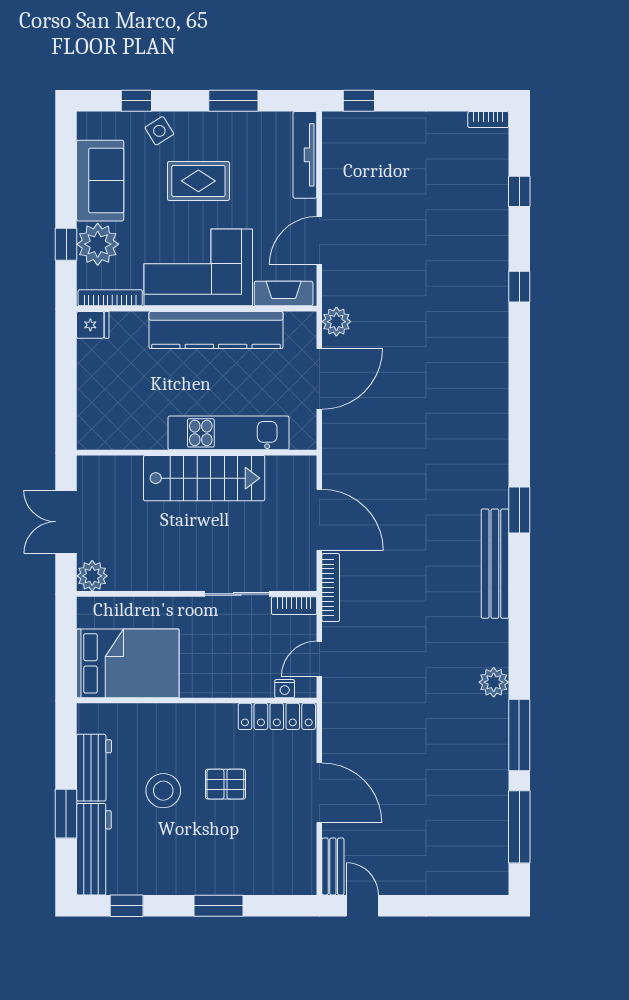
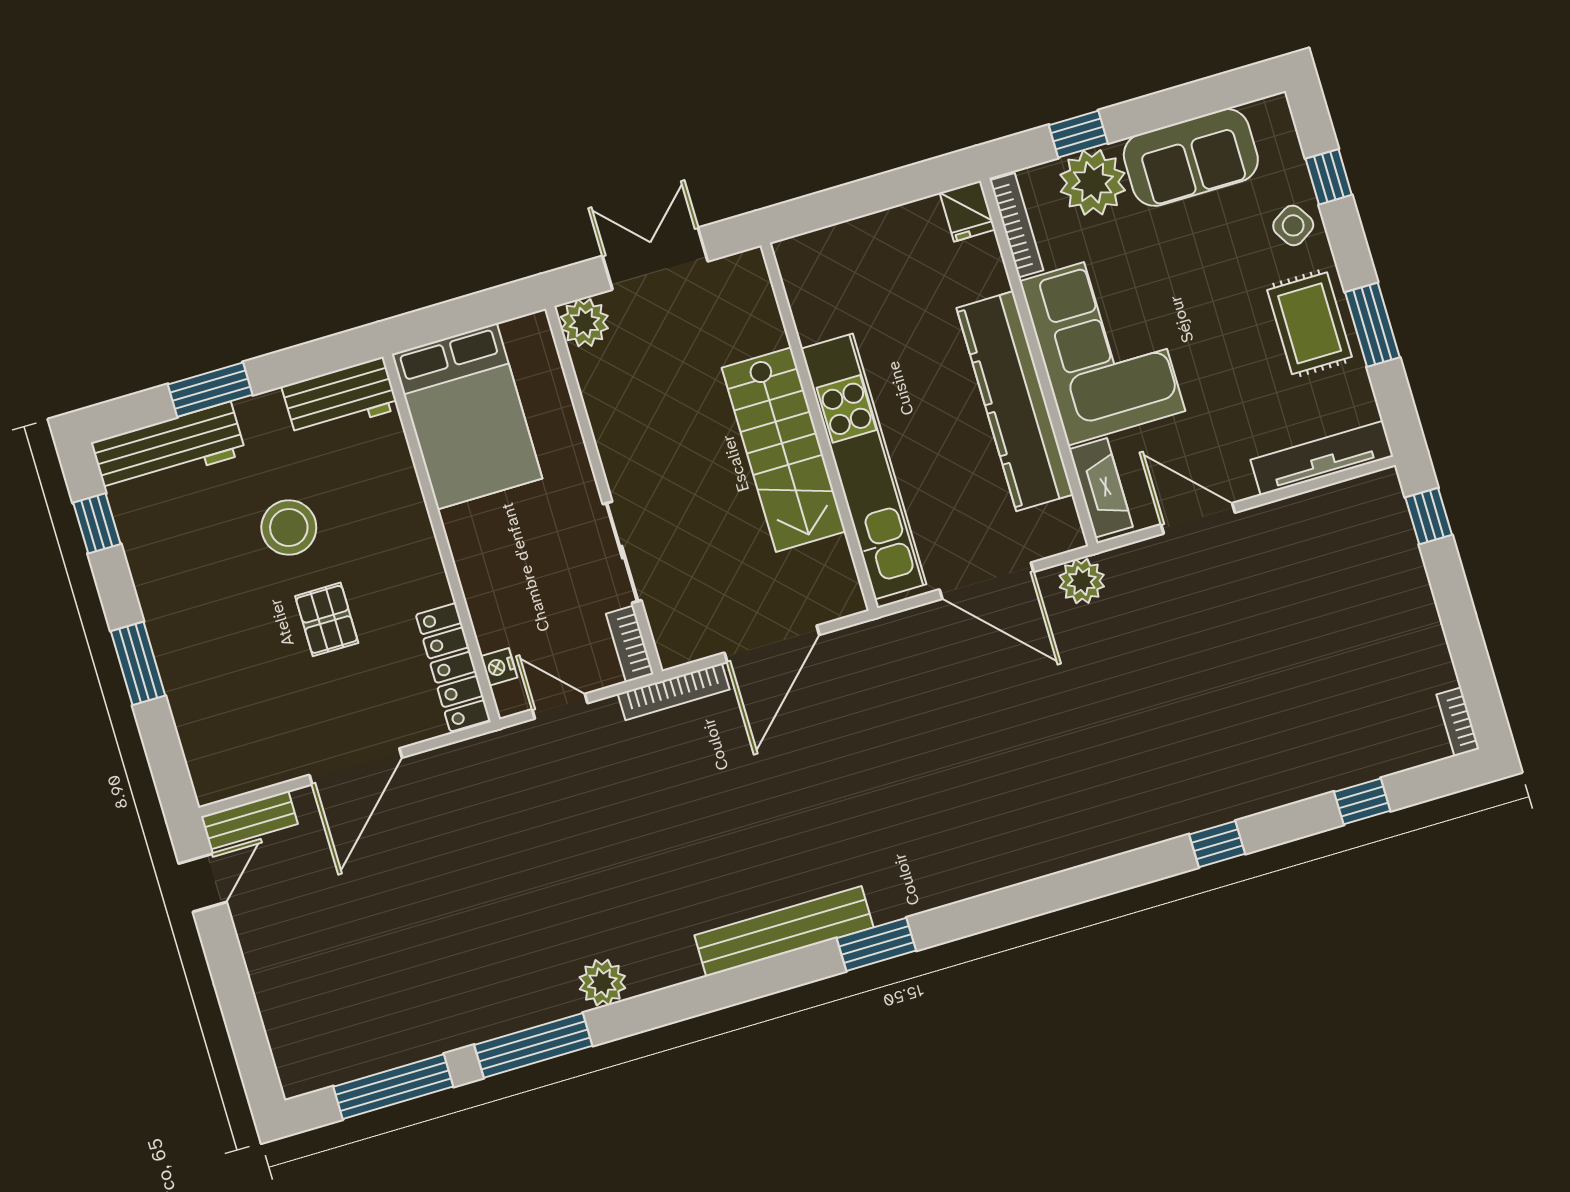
rug: (198, 181) -> (1310, 323), moved
kitchen unit: (229, 433) -> (864, 467), width x1.36
workbench: (94, 768) -> (340, 398), moved

